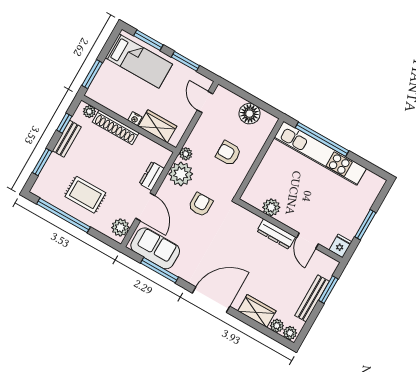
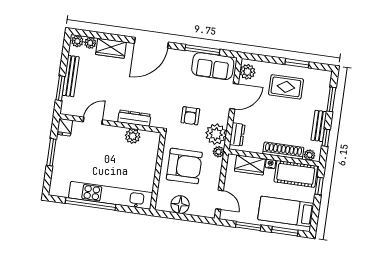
window: (92, 74) -> (319, 186), width x0.67
cot: (112, 97) -> (296, 174), added
window: (322, 139) -> (91, 204), moved
armchair: (228, 153) -> (184, 166), width x1.88, depth x1.88
dresser: (152, 176) -> (237, 134), moved
door: (145, 207) -> (234, 96), swing flipped
window: (63, 215) -> (297, 63), width x0.47
dresser: (276, 234) -> (134, 118), moved
door: (307, 241) -> (93, 121), hinge flipped

